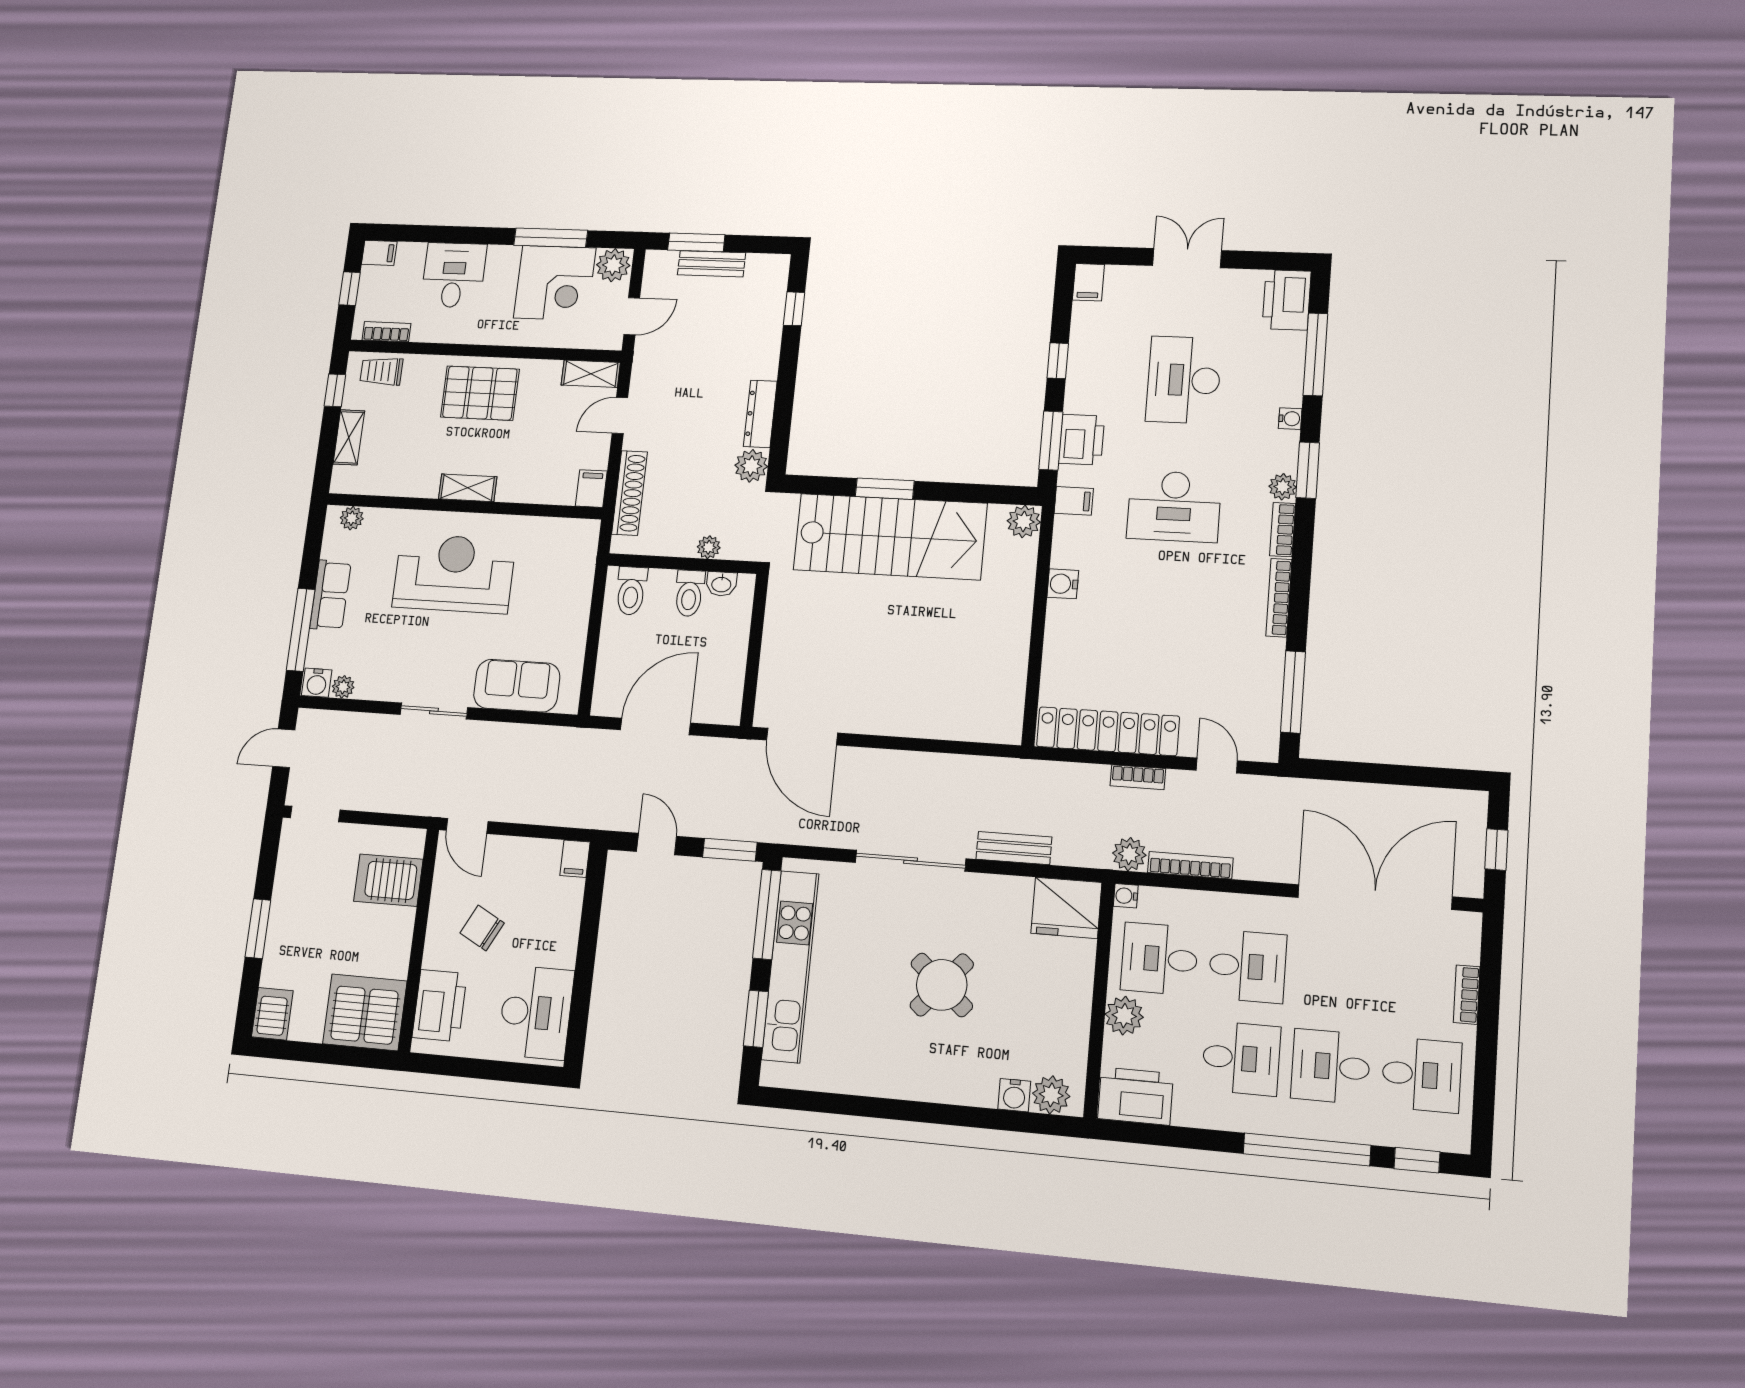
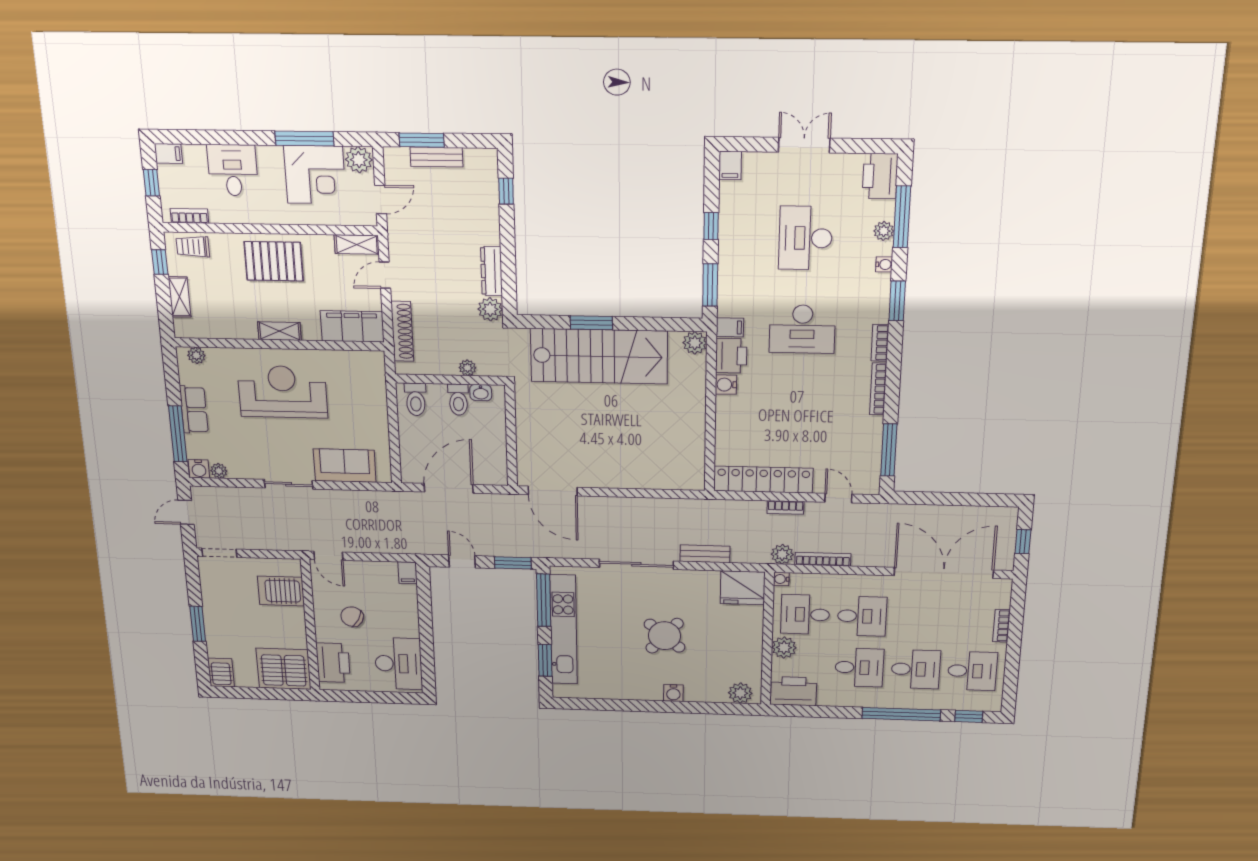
printer: (1082, 440) -> (731, 356), moved
plant: (1283, 487) -> (884, 231), moved
filing cabinet: (591, 489) -> (352, 326), width x3.00, depth x1.17
desk: (1331, 1066) -> (916, 669), turned 180
water cooler: (1014, 1095) -> (673, 693), moved

